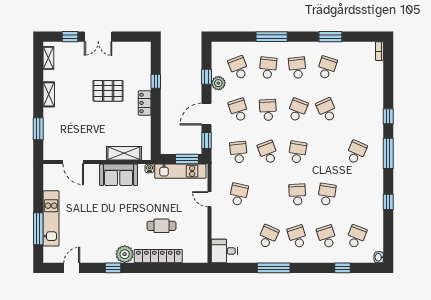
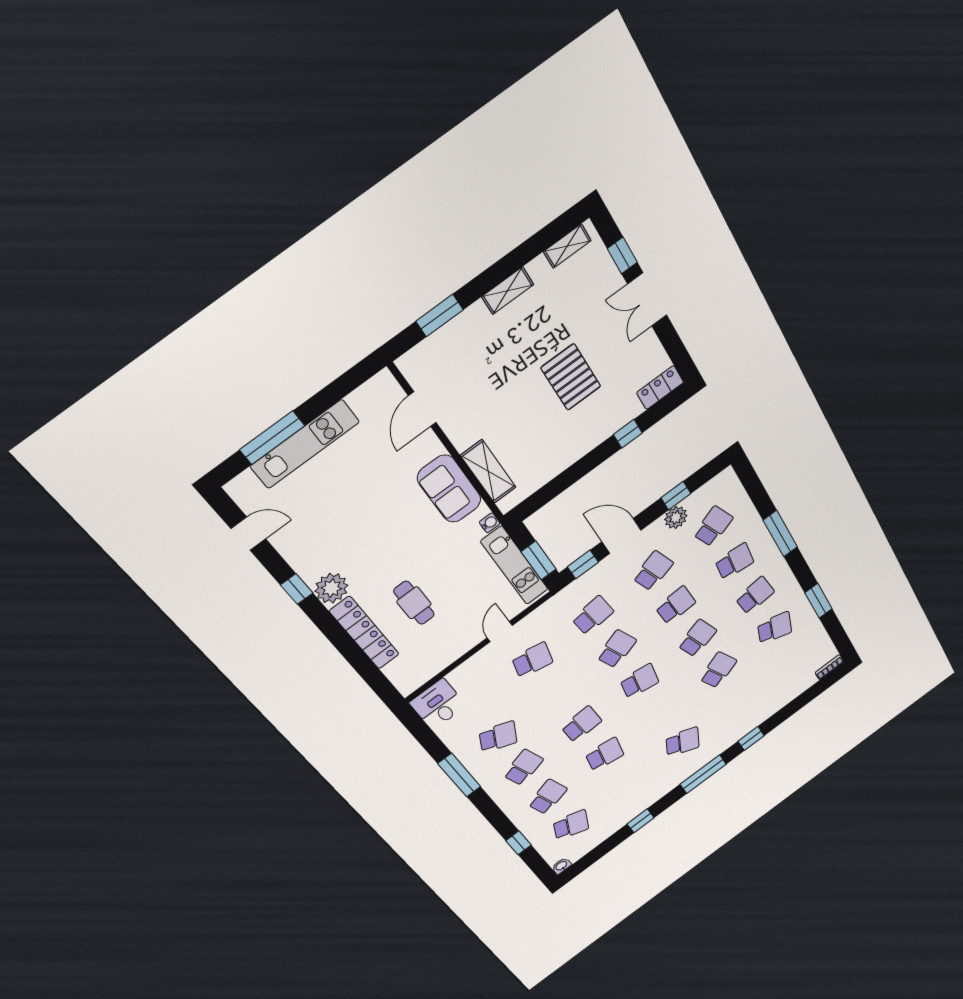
locker: (145, 103) -> (660, 388), moved
school desk: (297, 110) -> (697, 638), turned -39

